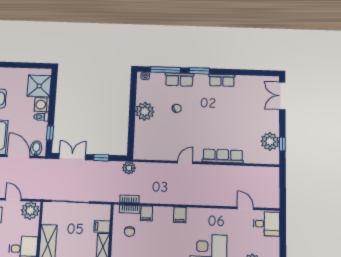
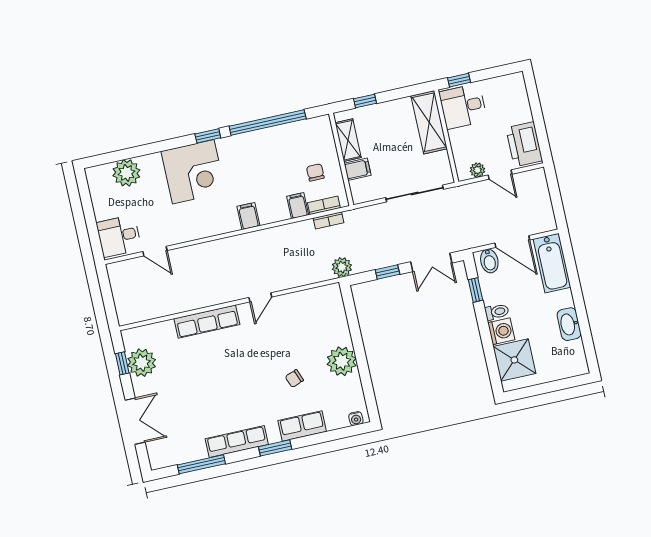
window: (165, 70) -> (201, 464), moved
row of seats: (222, 80) -> (237, 442), width x1.48
double door: (282, 96) -> (135, 421), moved
plant: (30, 211) -> (477, 170), width x0.53, depth x0.53

